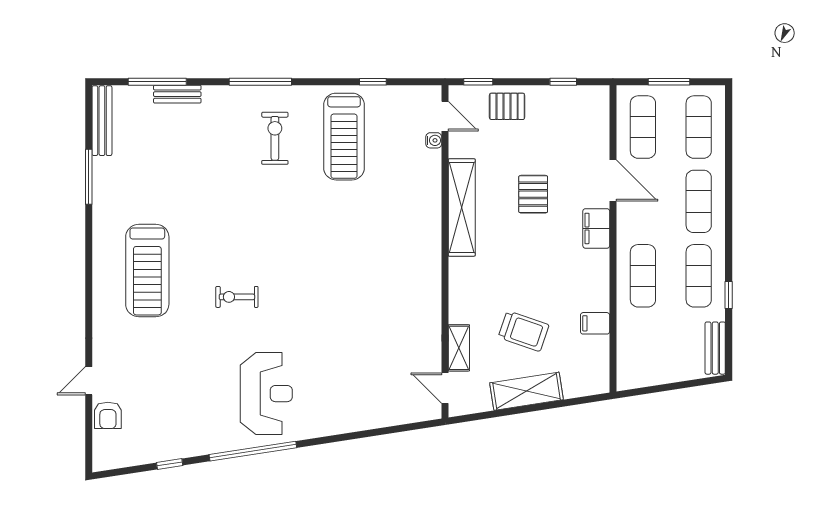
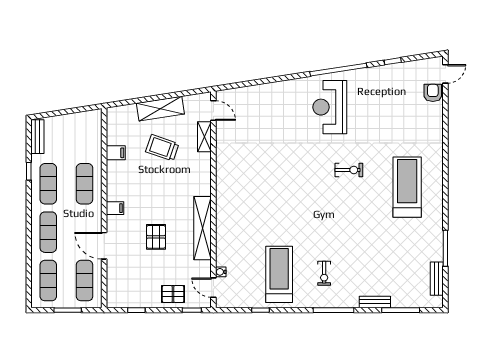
bench: (177, 94) -> (375, 302), moved
bench: (102, 121) -> (437, 279), width x0.73
exercise bike: (275, 138) -> (324, 273), width x0.73, depth x0.72
filing cabinet: (596, 228) -> (115, 208), width x0.50
door: (89, 381) -> (445, 74), moved

